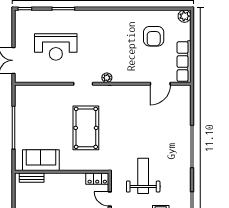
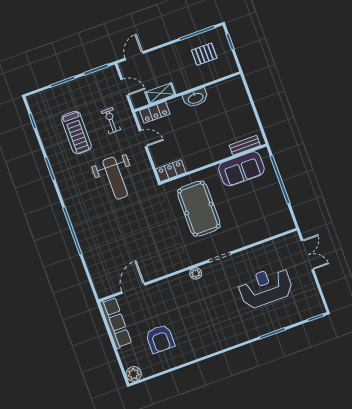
armchair: (154, 36) -> (160, 339), turned 180
sofa: (41, 160) -> (241, 169), moved
wall: (62, 172) -> (213, 164), moved
bench: (32, 178) -> (245, 145), moved
locker: (97, 179) -> (171, 171), moved

